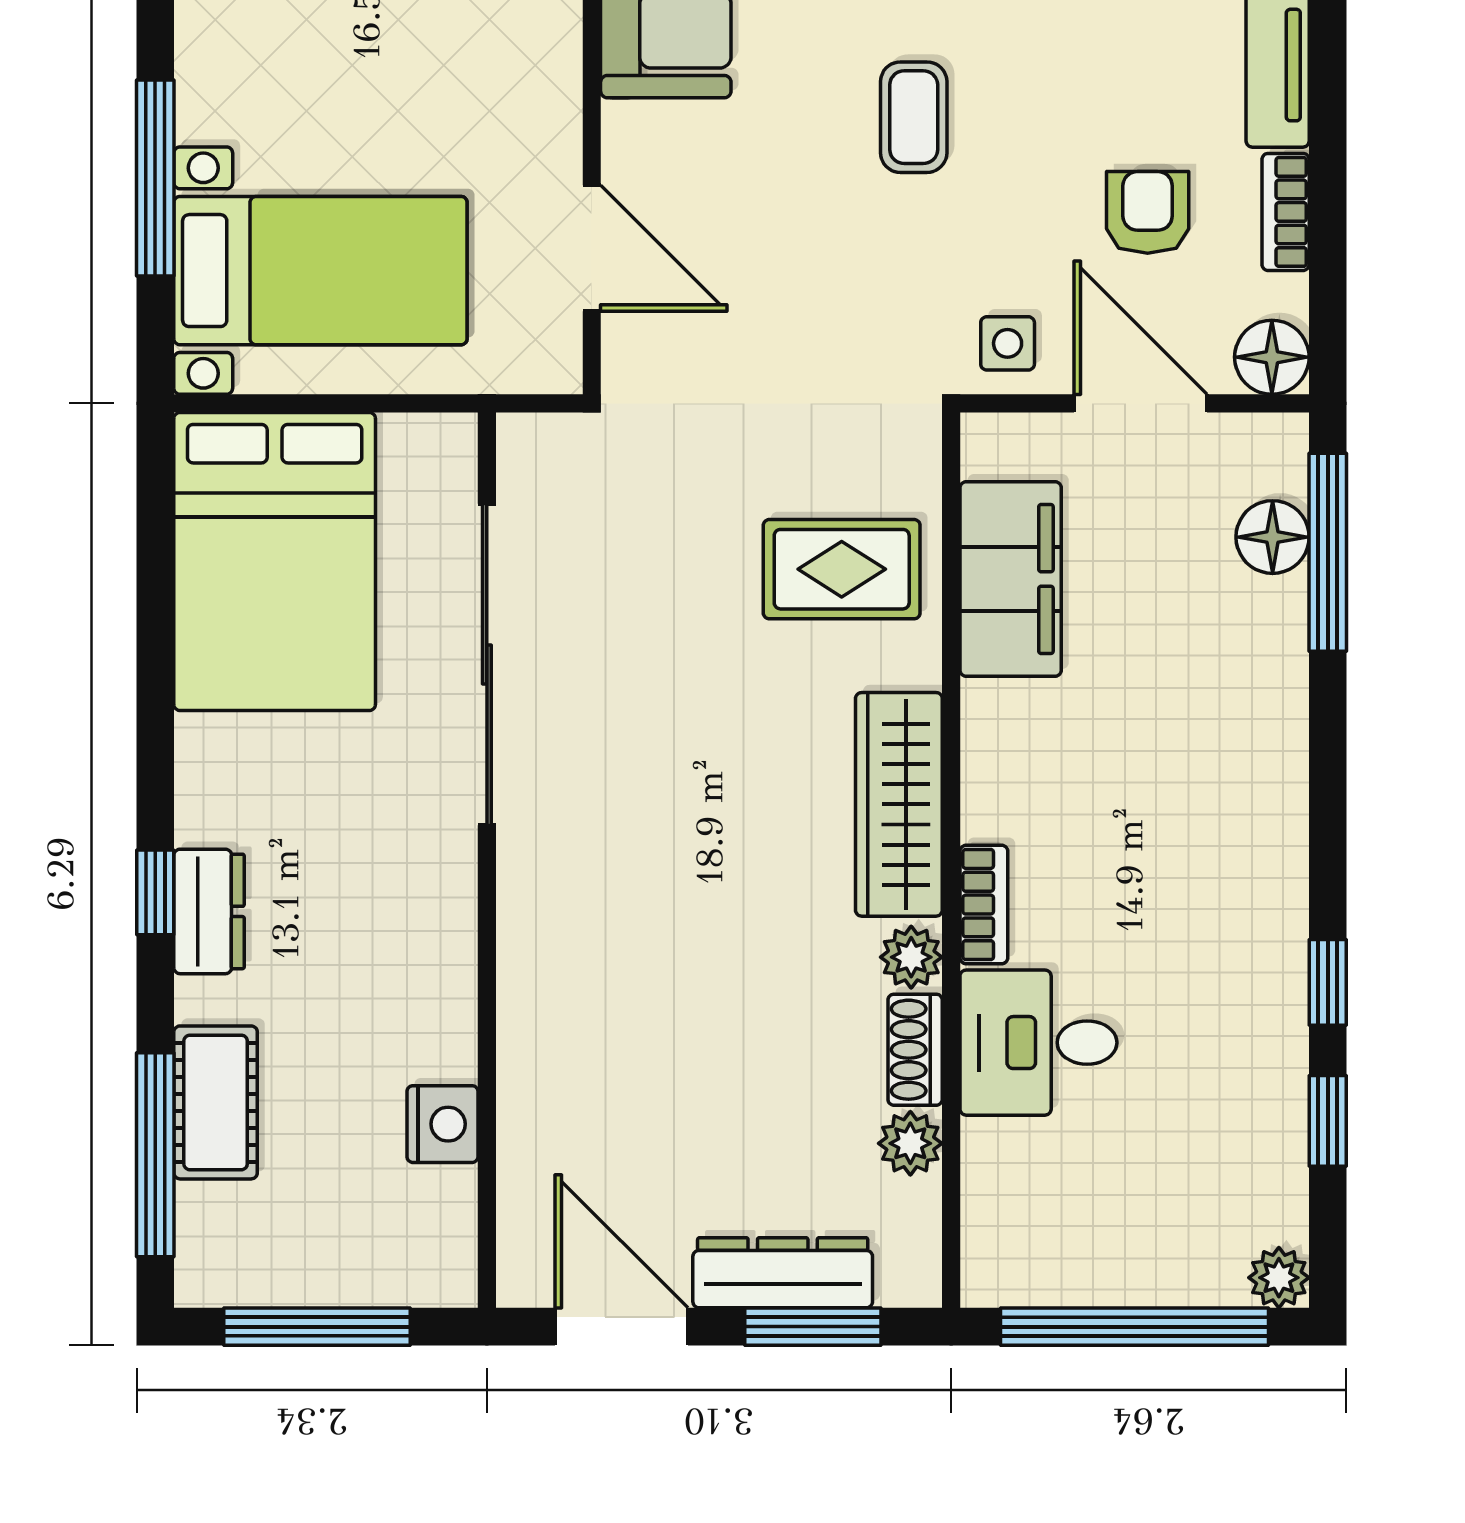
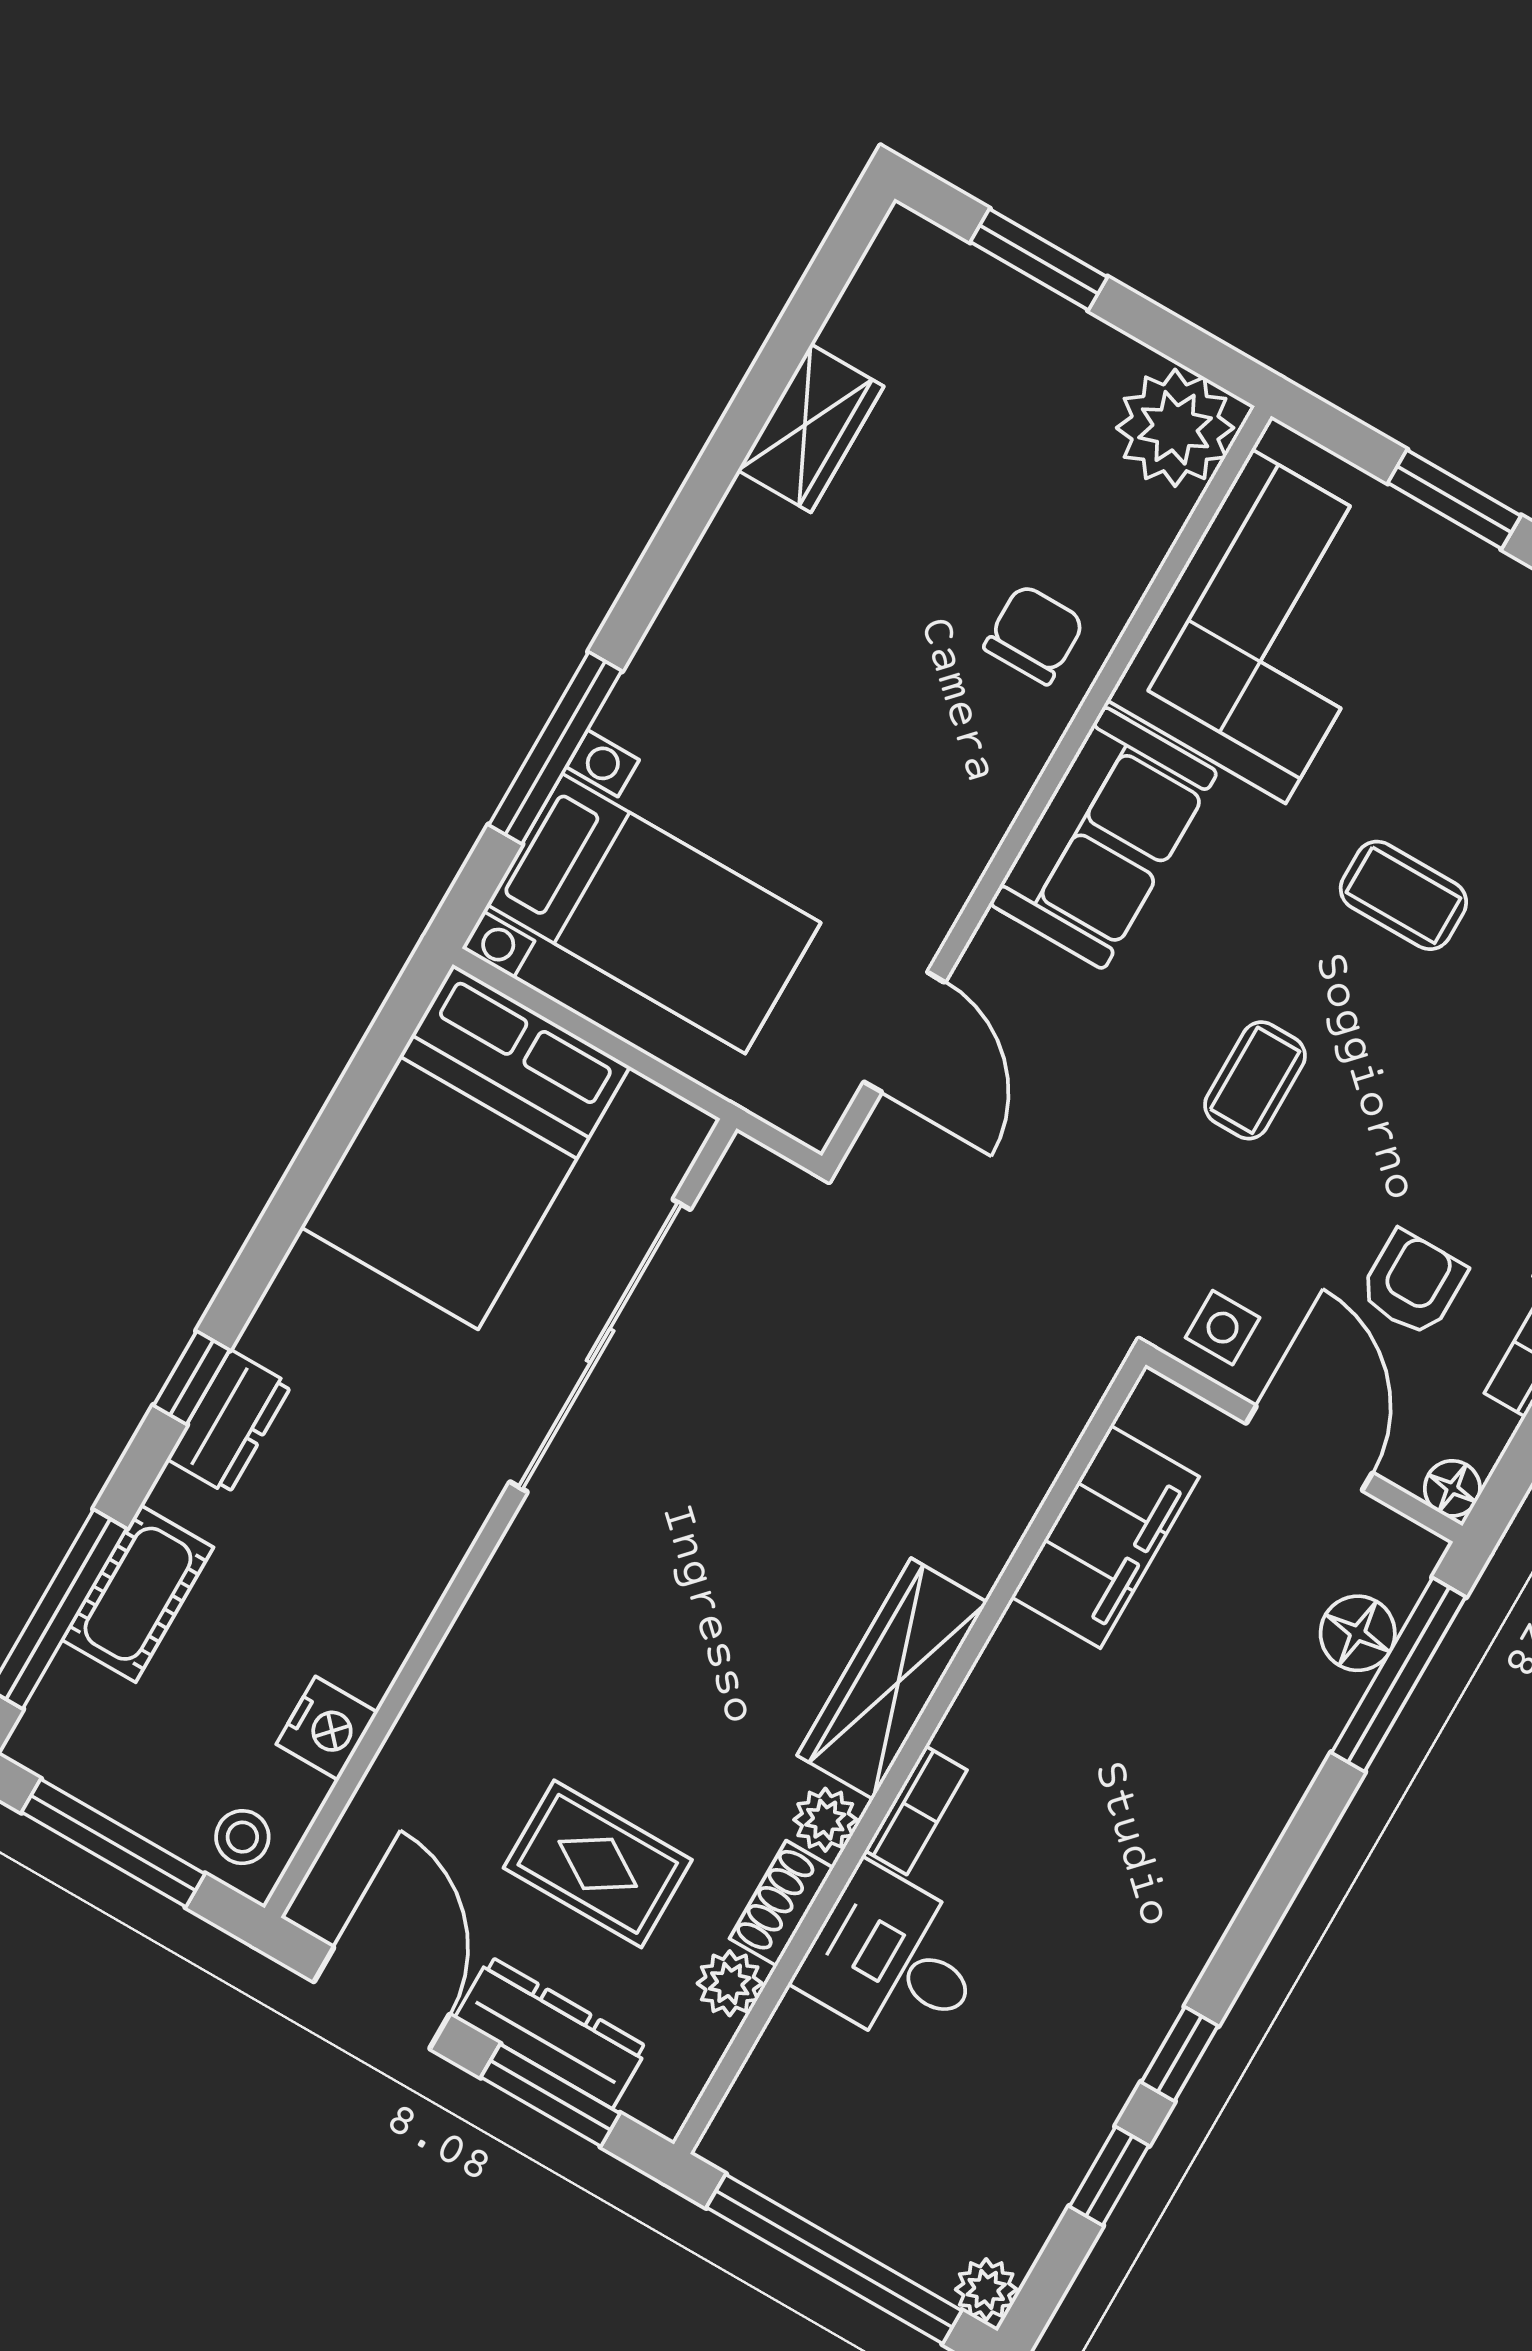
floor lamp: (1272, 357) -> (1452, 1488), width x0.73, depth x0.73
rug: (842, 569) -> (598, 1864), moved
stool: (424, 1258) -> (242, 1837), added

